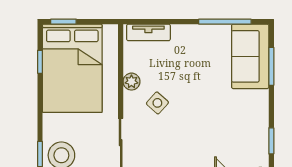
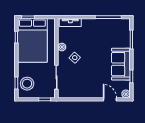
sofa: (250, 56) -> (121, 64), moved

